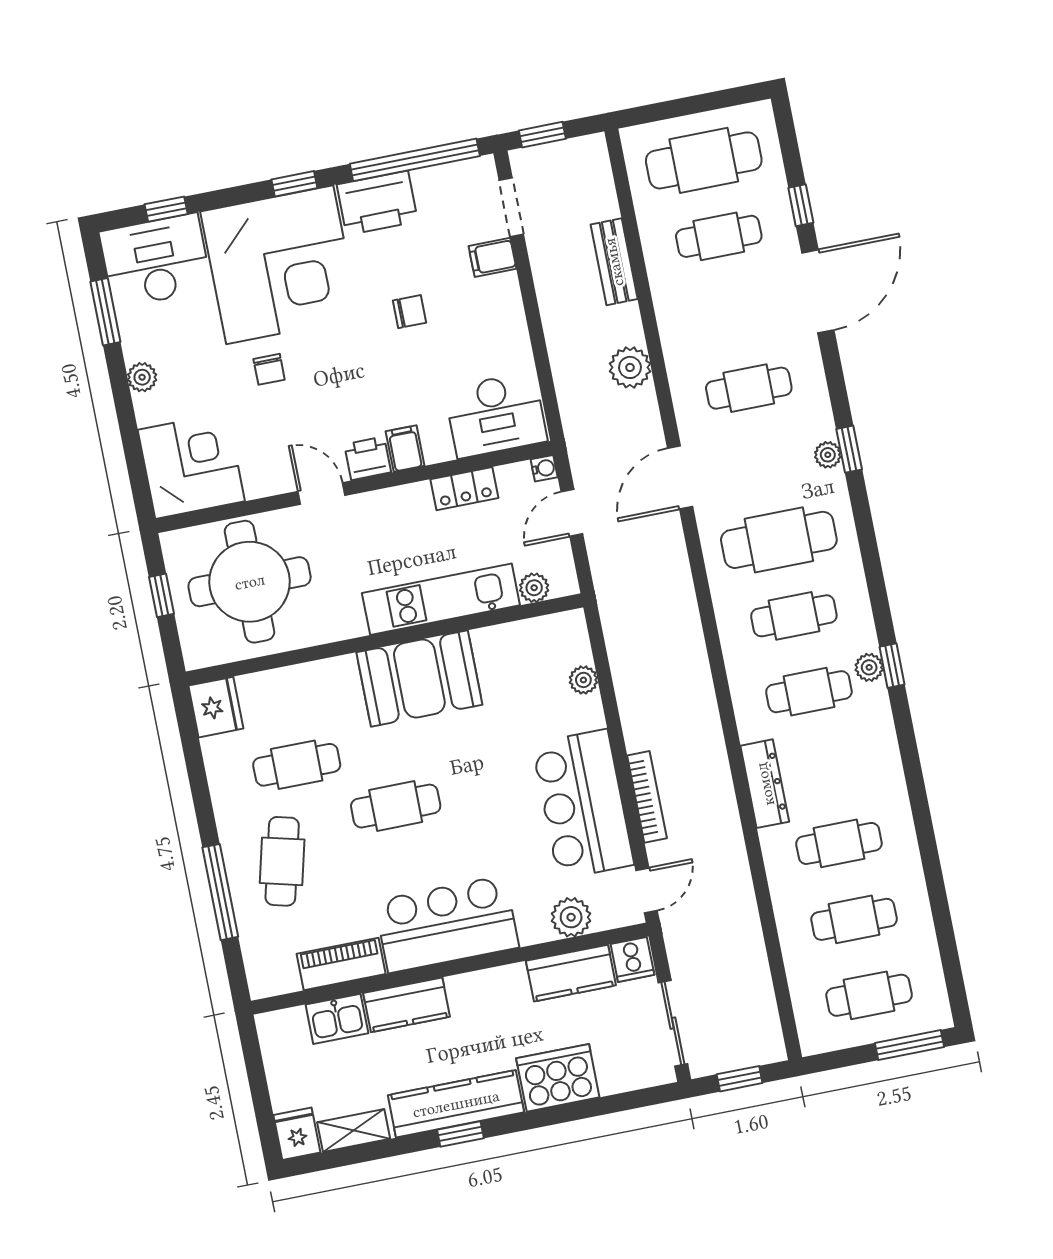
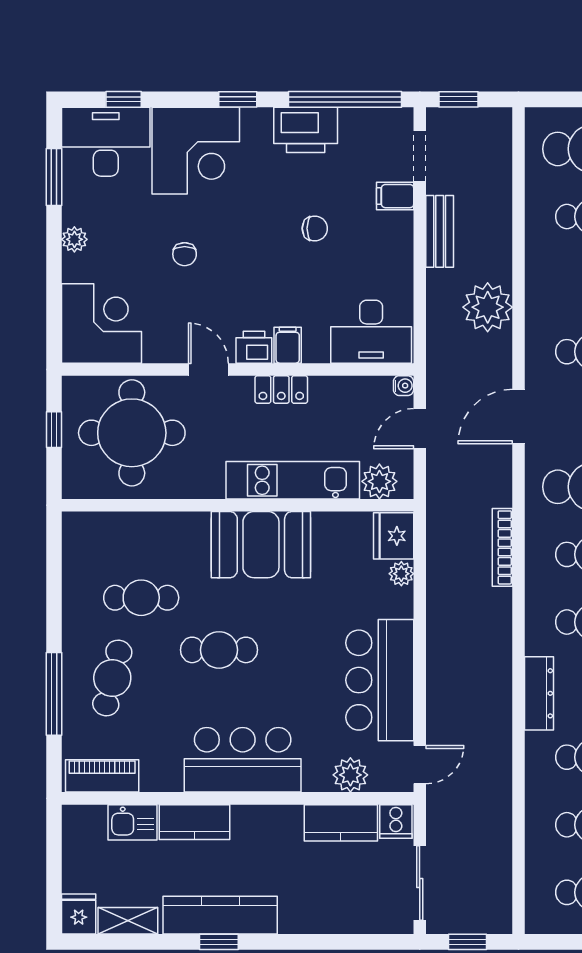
bench: (614, 262) -> (440, 231), moved
corner desk: (280, 265) -> (196, 151), width x0.74, depth x0.74
plant: (630, 367) -> (488, 307), width x1.36, depth x1.36
locker: (464, 489) -> (281, 390), moved
plant: (534, 588) -> (379, 481), width x1.38, depth x1.38
fridge: (216, 707) -> (394, 536), moved, turned 180
bookcase: (647, 797) -> (502, 547), moved, turned 180
piano: (341, 964) -> (102, 776), moved
cooker: (558, 1078) -> (312, 910), removed

